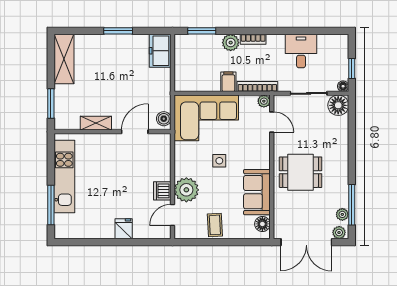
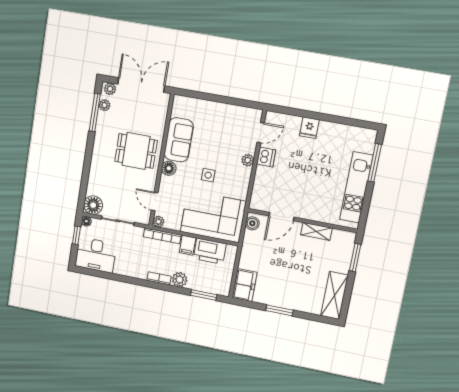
desk: (301, 51) -> (96, 255), moved, width x1.37
printer: (203, 80) -> (210, 251), added
plant: (186, 190) -> (248, 160), width x0.53, depth x0.53
floor lamp: (262, 224) -> (169, 168), moved
coffee table: (215, 225) -> (223, 116), removed

